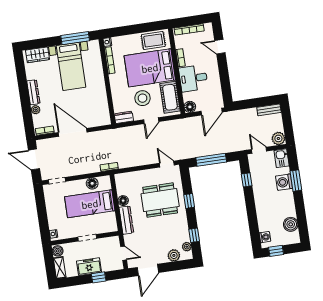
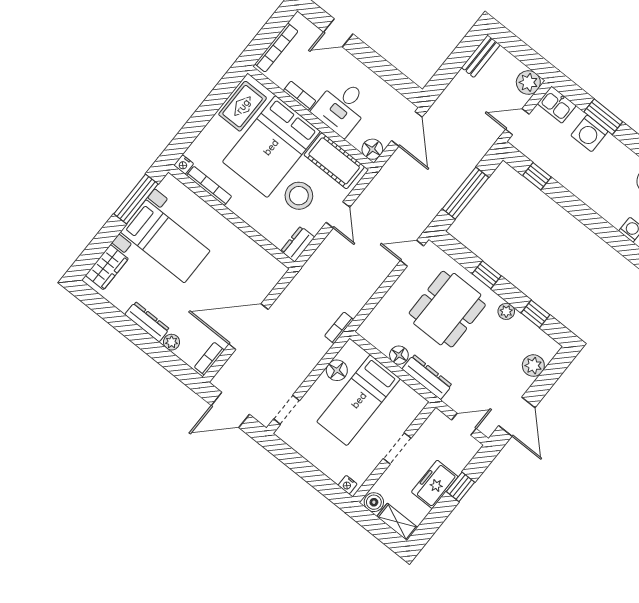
plant: (187, 247) -> (506, 311), moved

